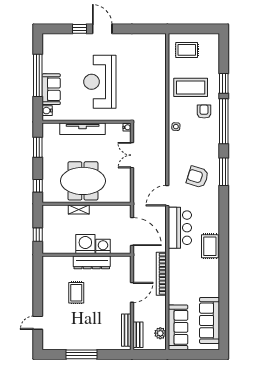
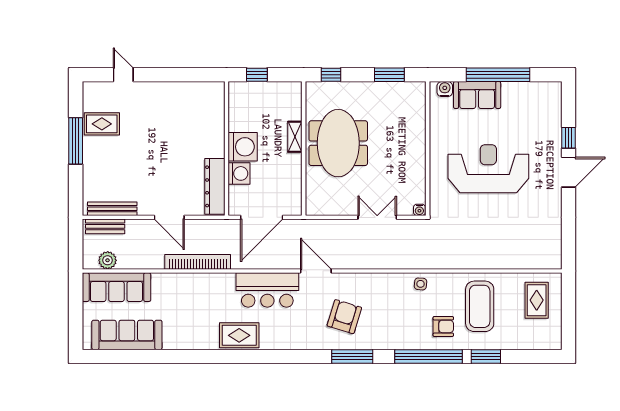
tv unit: (83, 129) -> (417, 143), removed
dresser: (92, 262) -> (215, 186), moved
rug: (76, 293) -> (102, 124), moved

